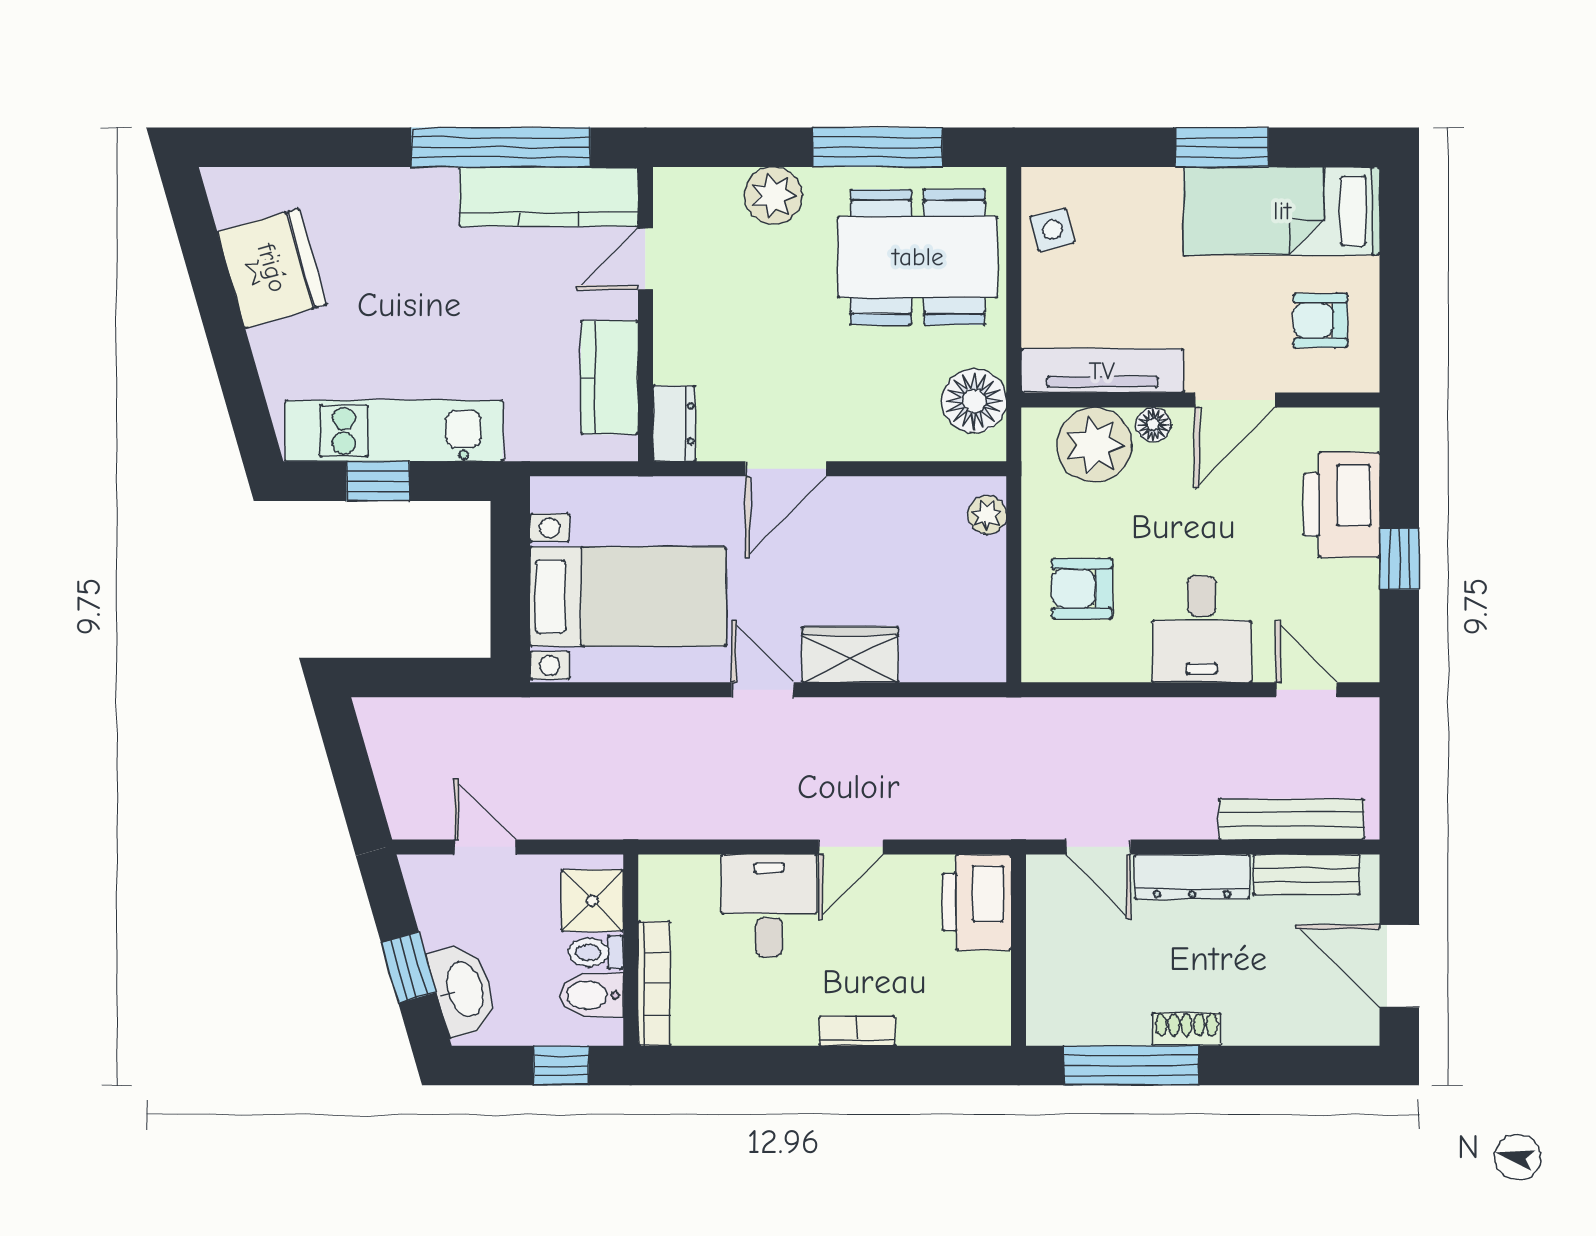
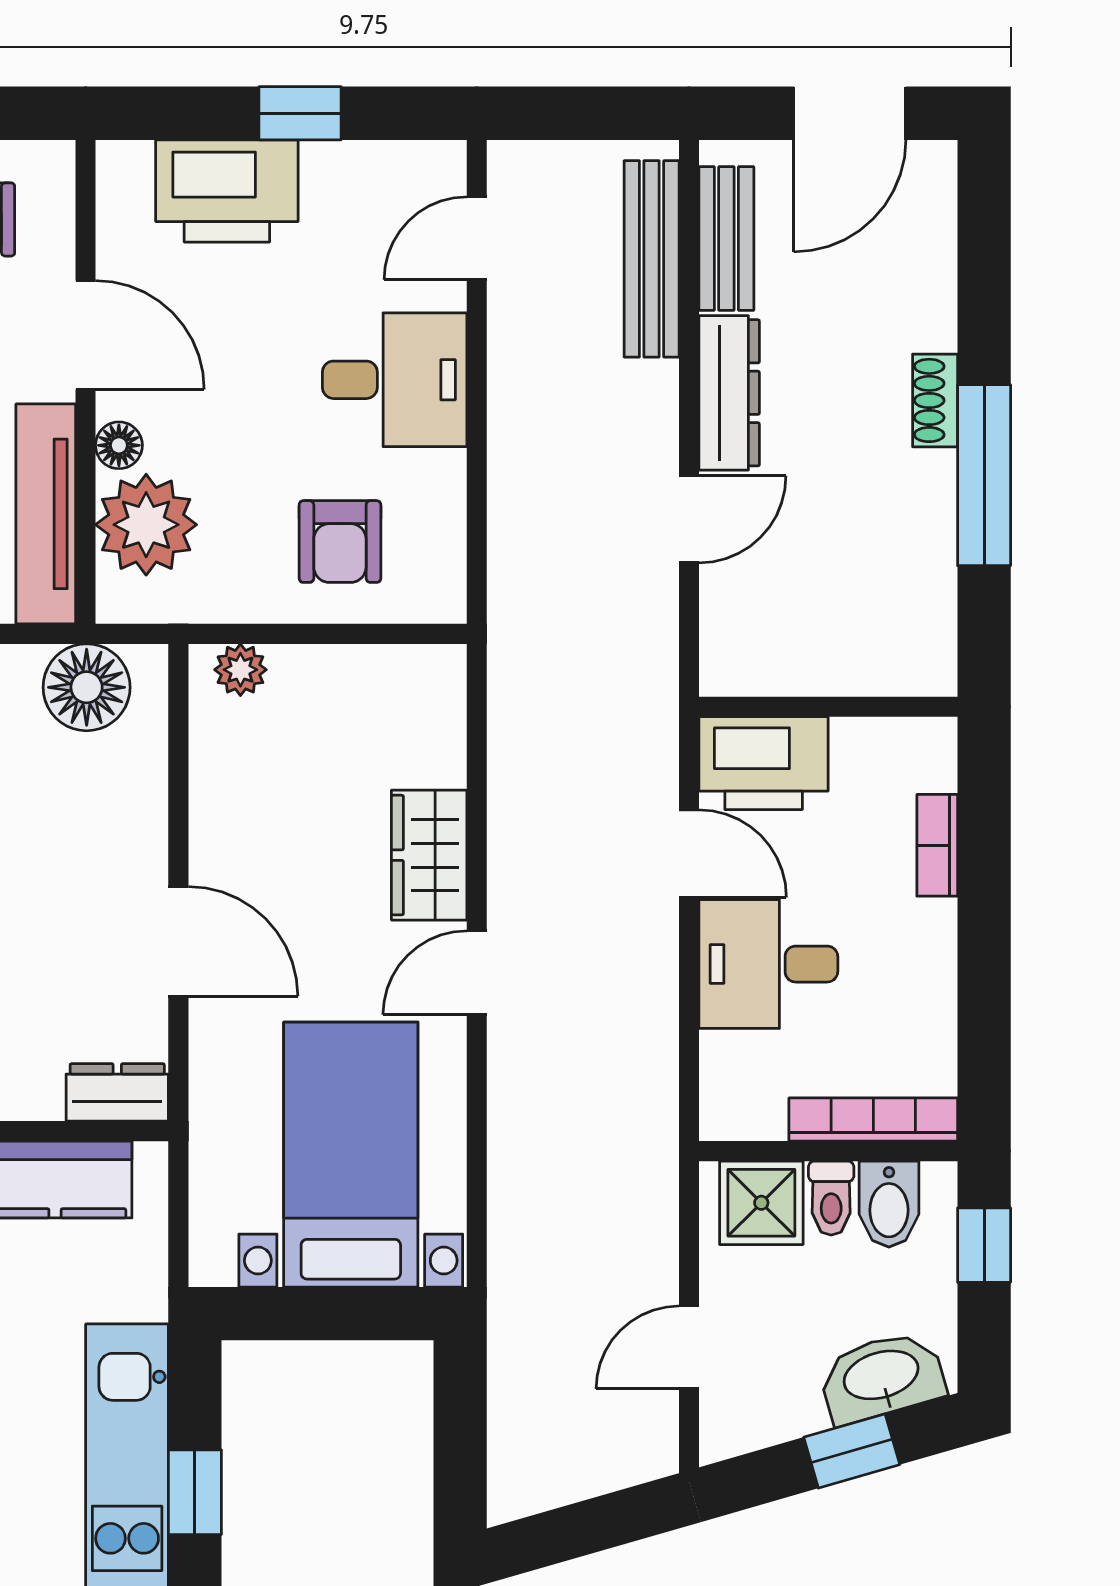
printer: (977, 902) -> (764, 763), moved
wall: (1019, 950) -> (828, 707), moved

